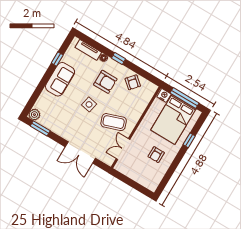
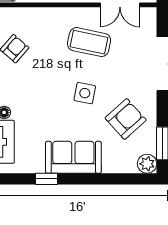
armchair: (105, 82) -> (126, 119), moved, turned 48
coffee table: (114, 122) -> (89, 42), turned -59

